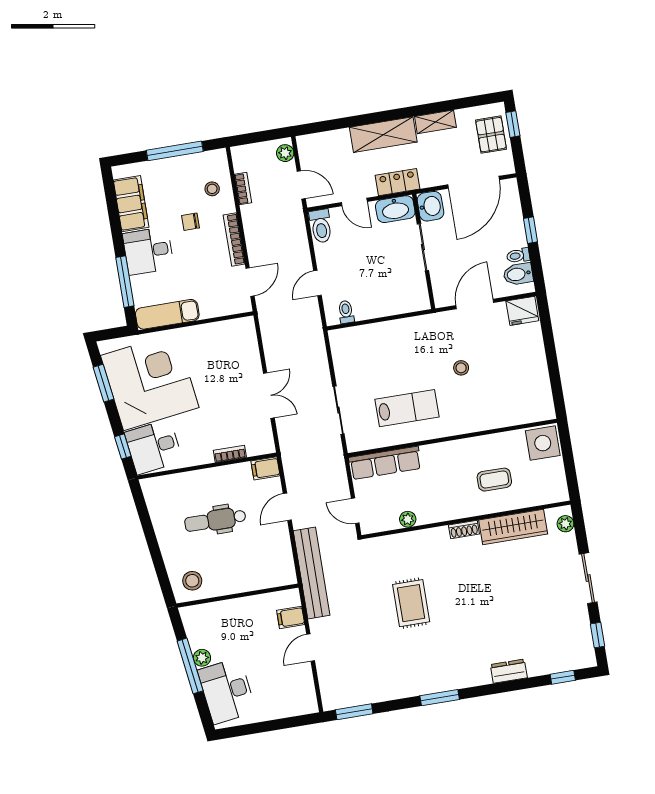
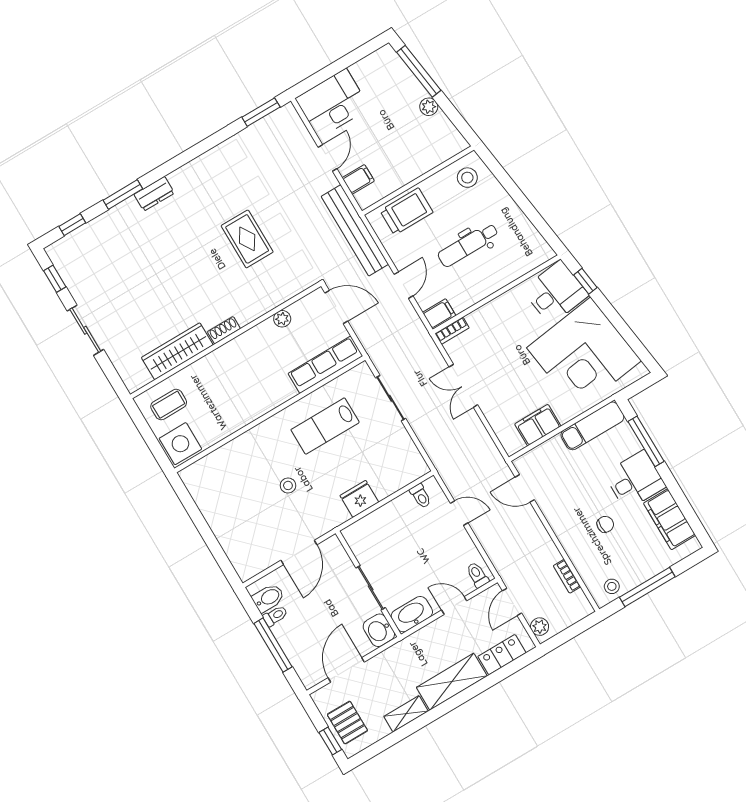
locker: (397, 182) -> (502, 655), moved, turned 180
door: (474, 182) -> (346, 670), width x0.73
door: (301, 185) -> (512, 602), hinge flipped
stool: (212, 189) -> (612, 586), moved
toilet: (321, 226) -> (477, 575), width x0.73, depth x0.72
window: (530, 230) -> (273, 645), width x2.17
bookcase: (234, 240) -> (556, 524), removed
door: (250, 282) -> (525, 488), hinge flipped
door: (317, 283) -> (459, 513), hinge flipped
fridge: (522, 311) -> (359, 499), moved
filing cabinet: (216, 334) -> (538, 425), added
window: (103, 383) -> (628, 335), removed
bookcase: (230, 454) -> (452, 331), moved
coffee table: (494, 480) -> (169, 405), moved
door: (355, 511) -> (336, 307), width x1.38
dental chair: (215, 520) -> (468, 245), turned 180
plant: (565, 524) -> (128, 374), removed
trolley: (259, 572) -> (406, 211), added
window: (190, 666) -> (419, 71), moved
dresser: (509, 671) -> (154, 194), moved
desk: (227, 691) -> (332, 103), moved, turned -82
window: (440, 698) -> (123, 194), moved

